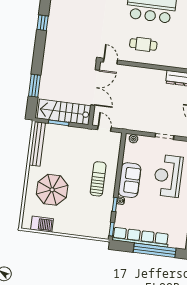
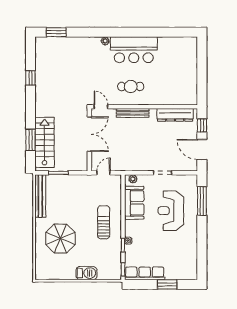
bench: (142, 72) -> (133, 113), added
stairs: (64, 112) -> (44, 142), moved, turned 90
door: (104, 129) -> (103, 173), hinge flipped
sofa: (130, 180) -> (134, 203), moved
barbecue: (42, 224) -> (86, 273), moved
row of seats: (141, 237) -> (145, 273), width x0.73
window: (155, 250) -> (167, 284), width x0.47

